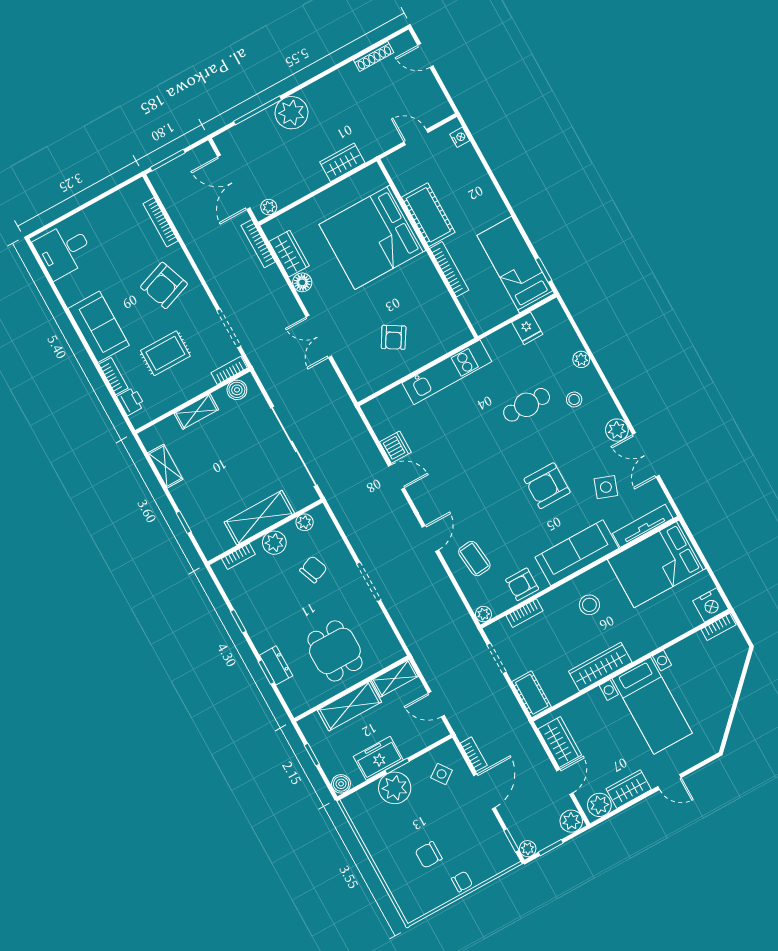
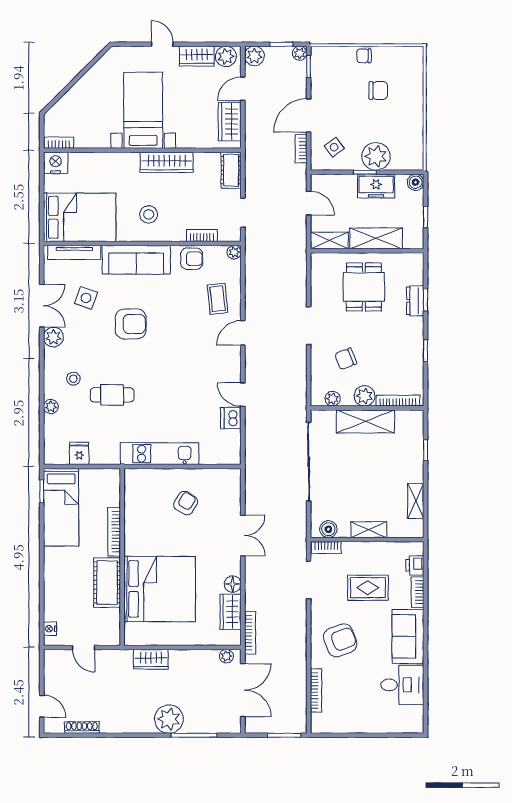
desk: (64, 250) -> (402, 685), moved
bookcase: (238, 556) -> (398, 401), width x1.56

